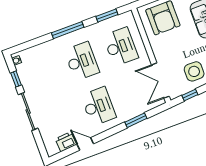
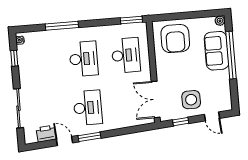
window: (107, 15) -> (131, 20), moved
window: (68, 30) -> (62, 26), moved
sliding door: (28, 111) -> (18, 108), moved
window: (136, 120) -> (90, 137), moved

